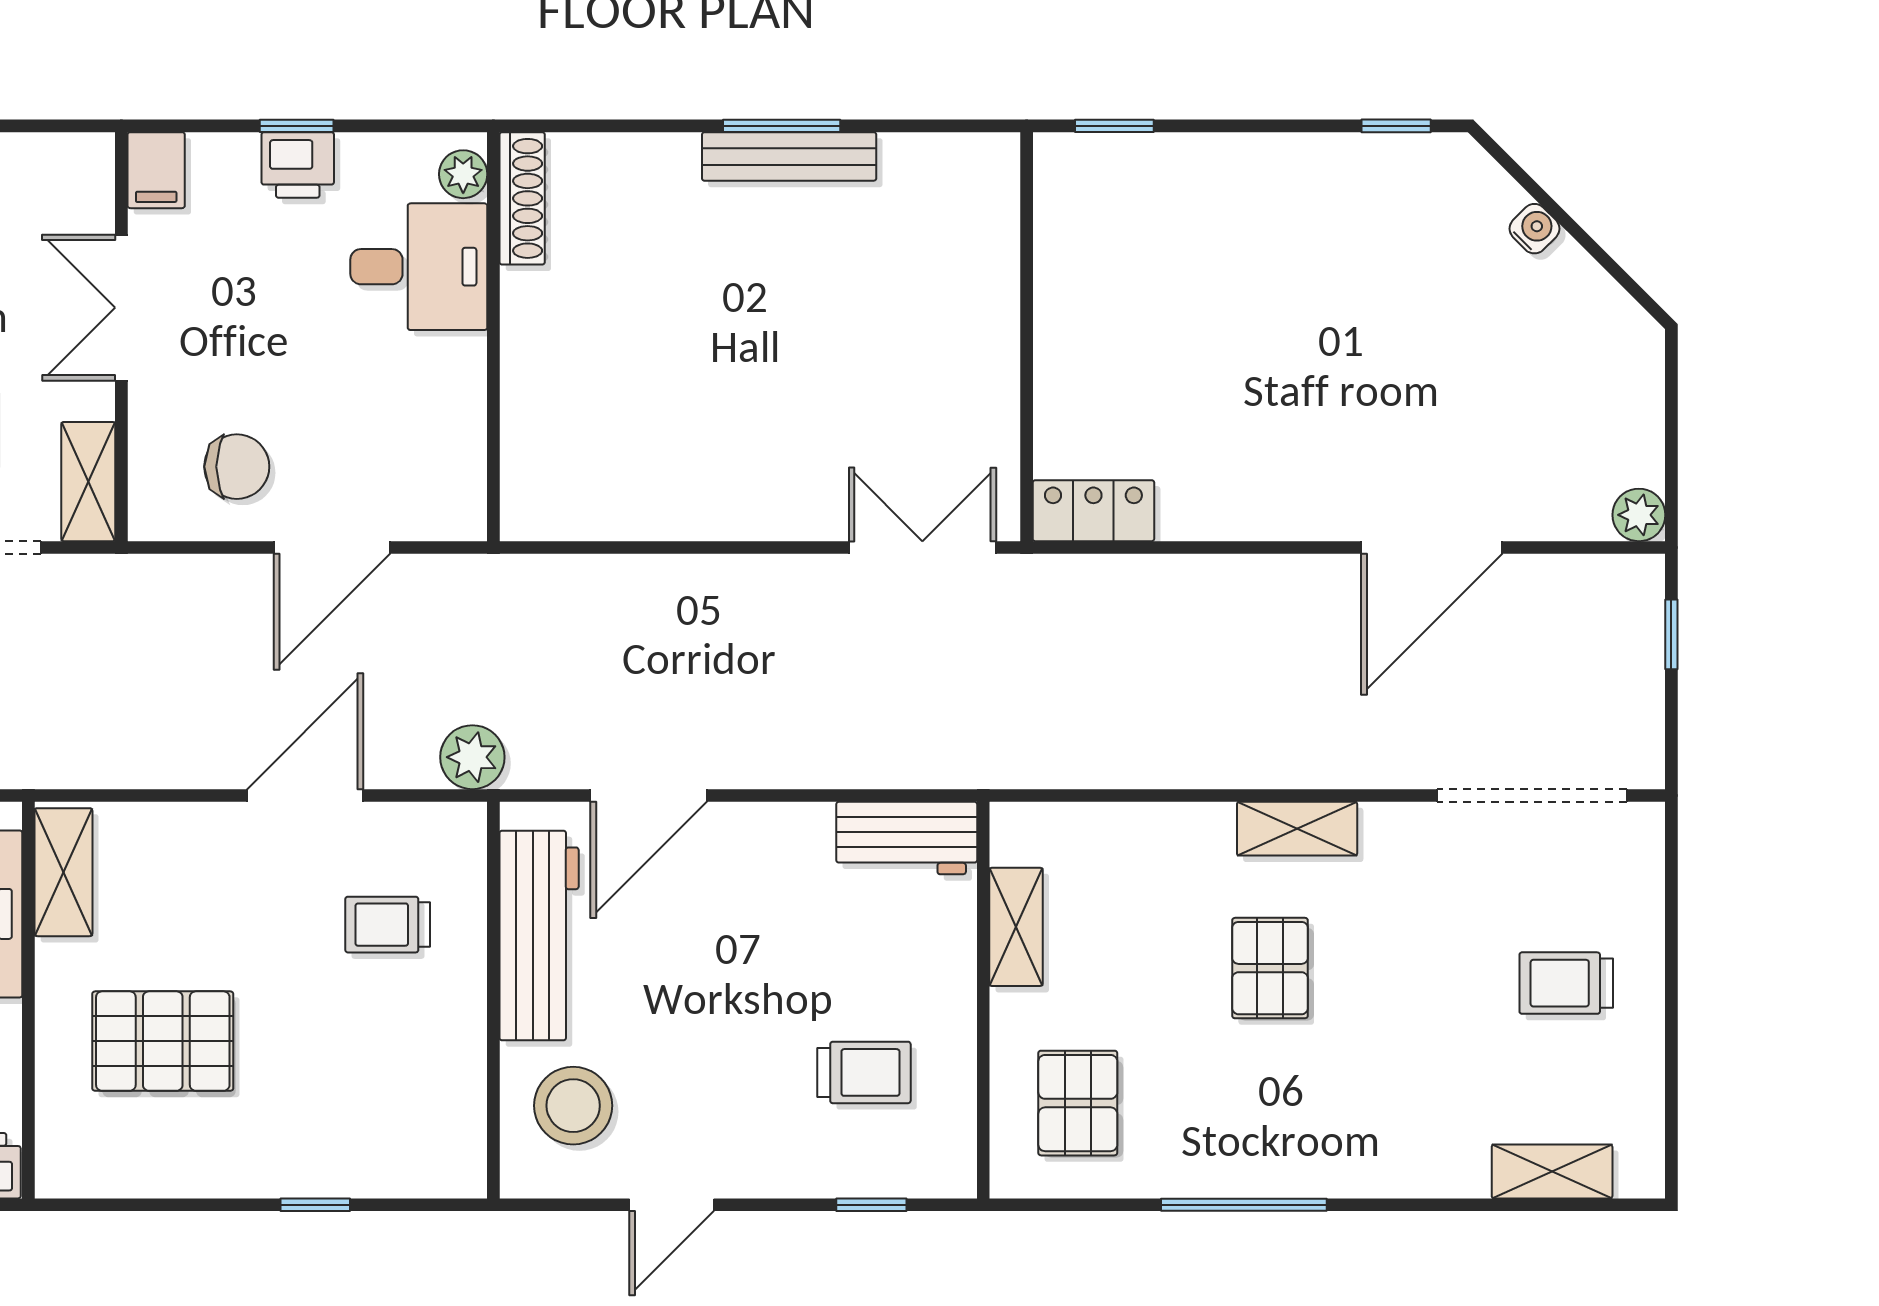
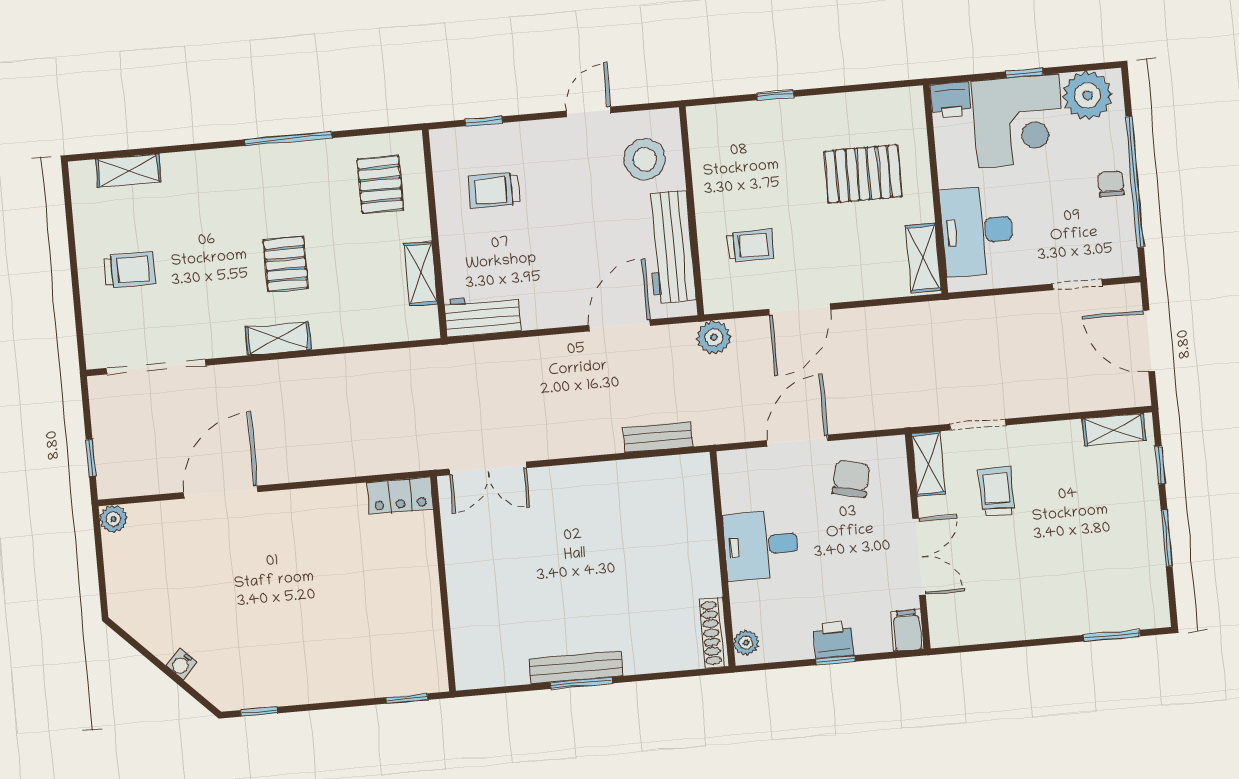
desk: (419, 267) -> (761, 545), moved
chair: (237, 467) -> (851, 479), turned 103
bench: (595, 578) -> (658, 437), added

